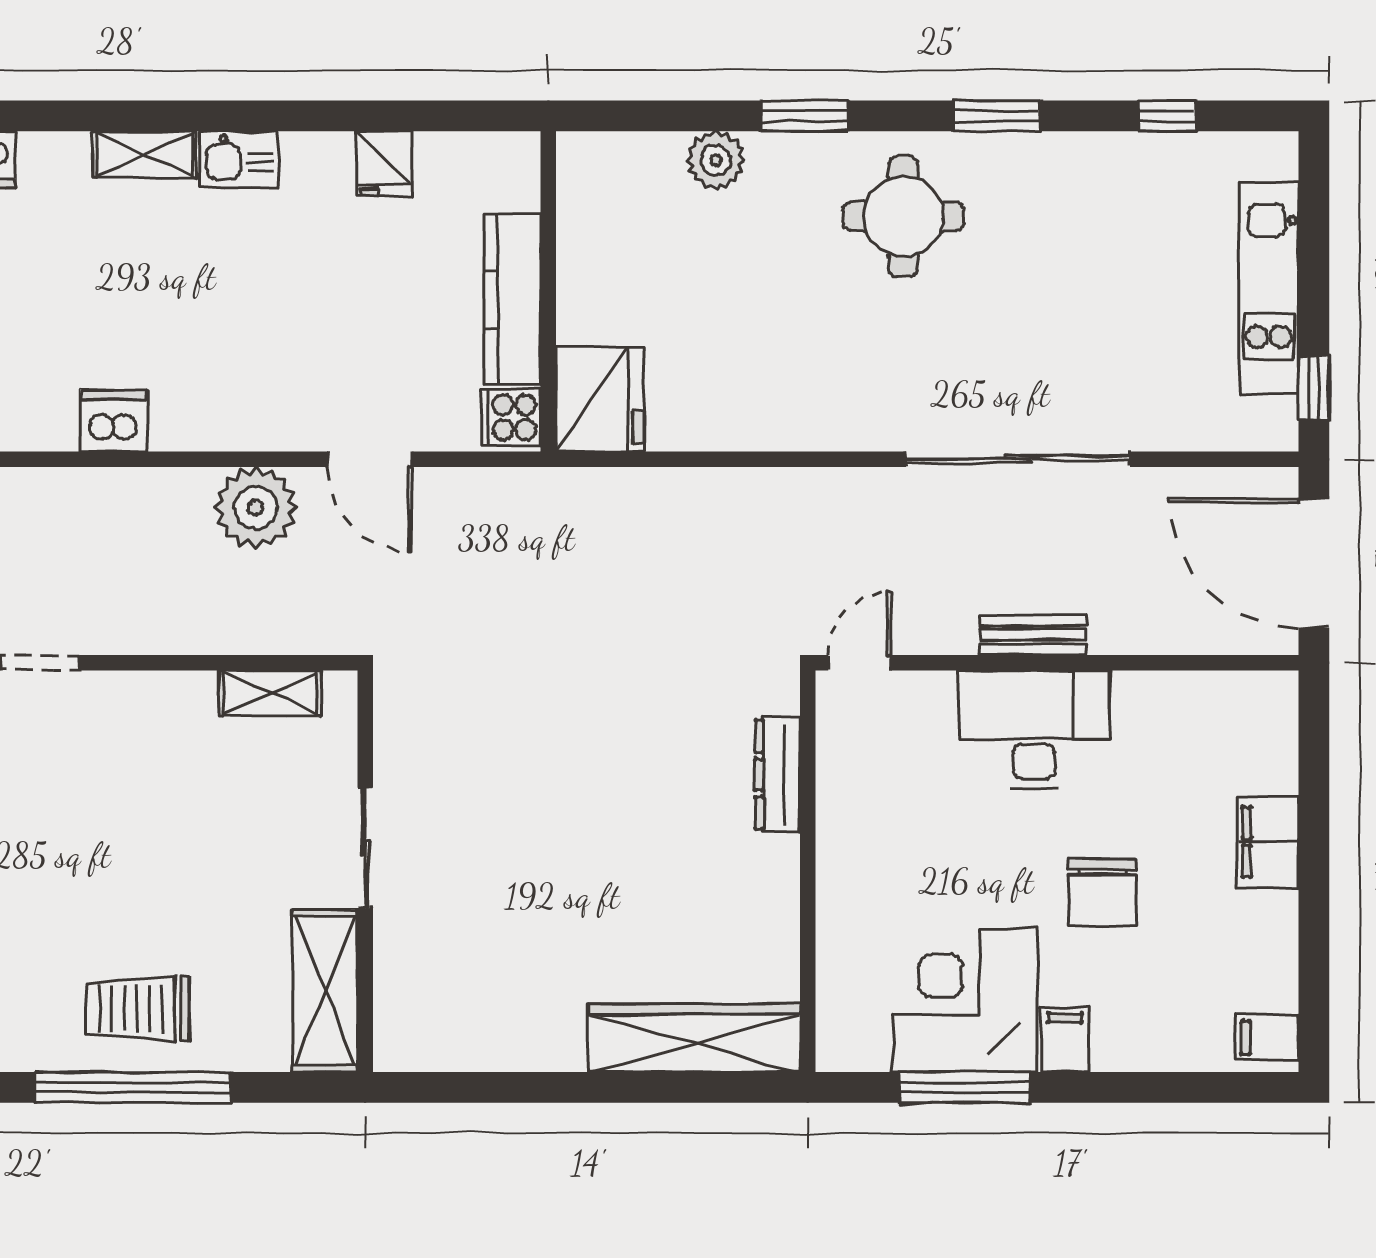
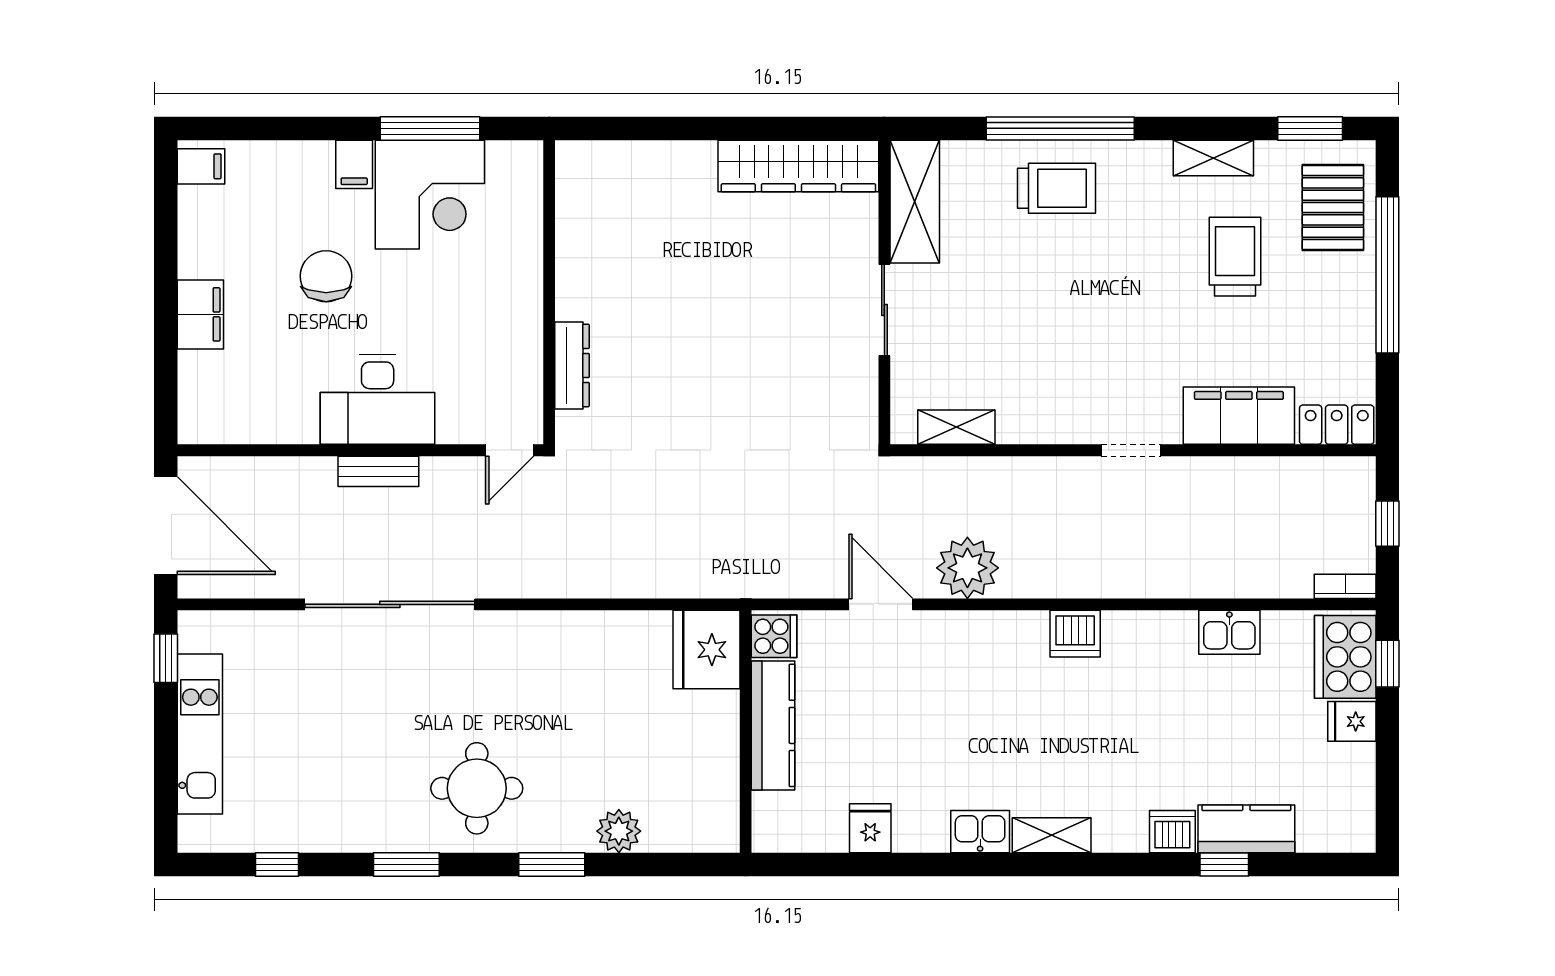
wardrobe: (694, 1038) -> (798, 166), moved

